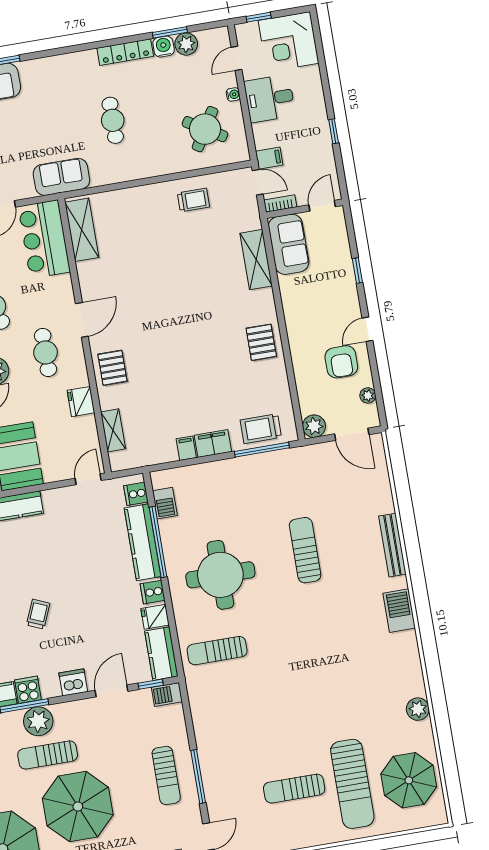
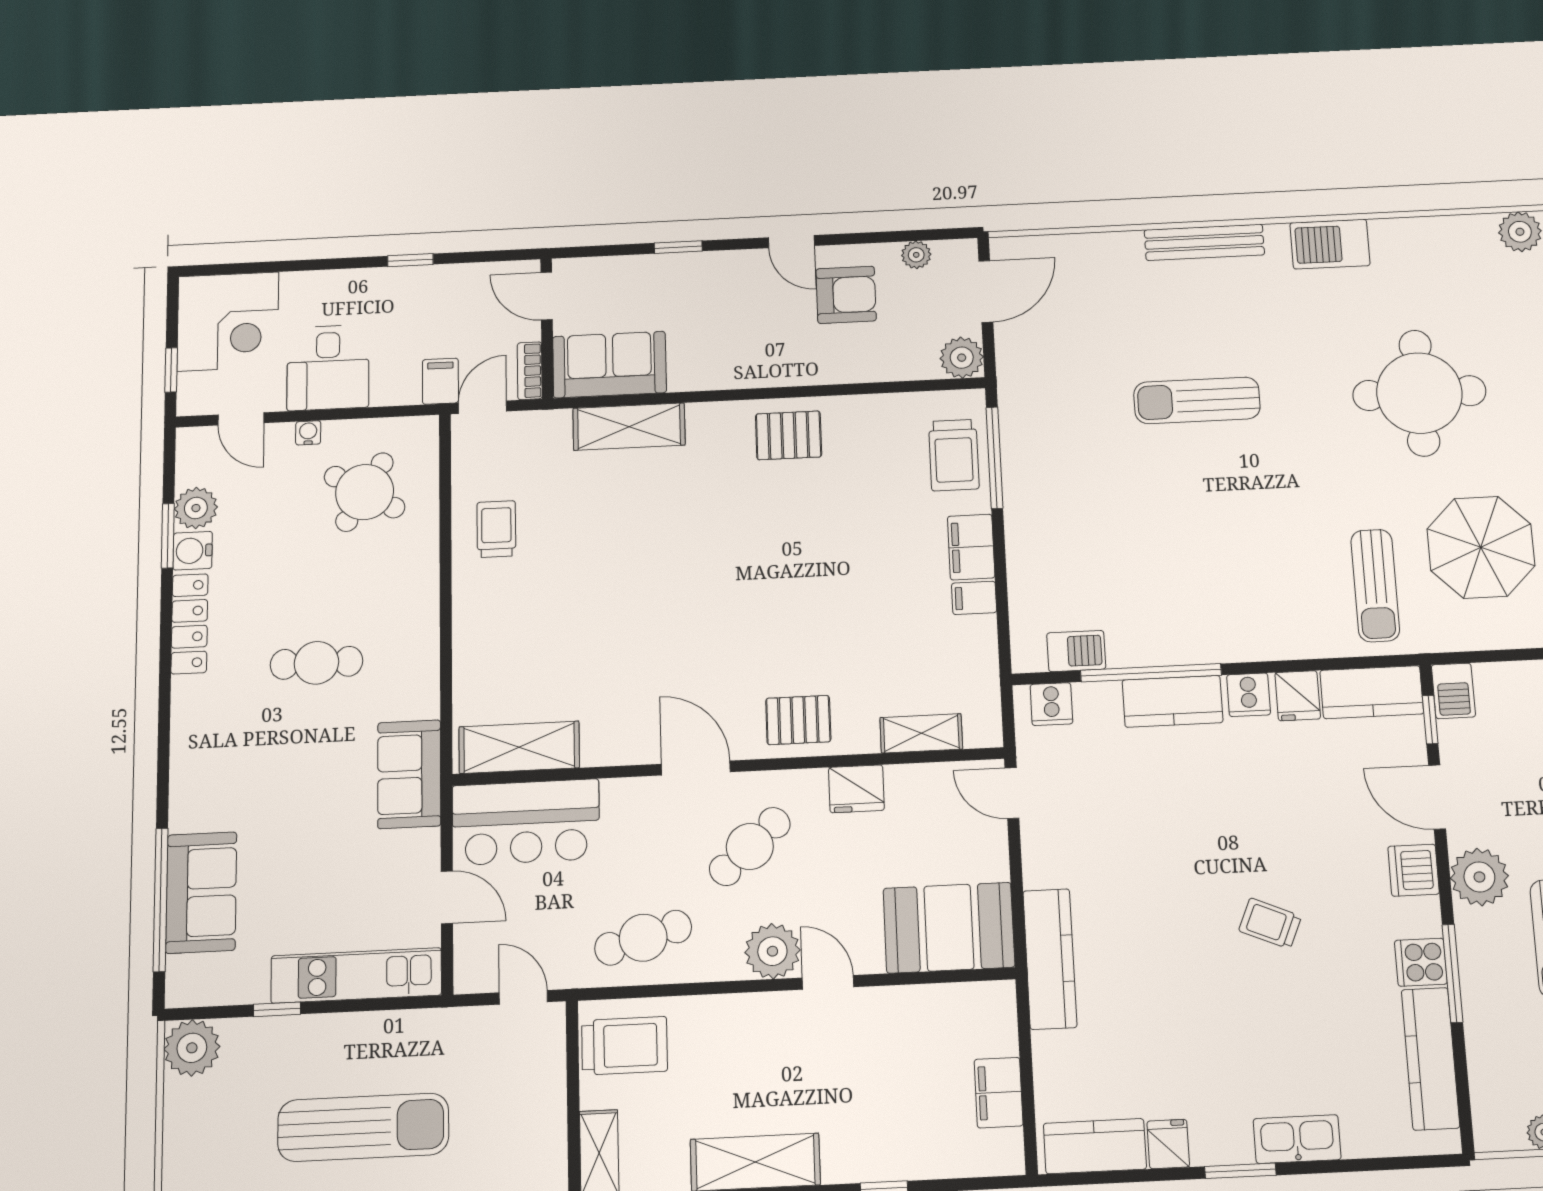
cafe table: (46, 352) -> (750, 846), turned -42
kitchen counter: (143, 542) -> (1173, 701), width x0.67
round table: (220, 575) -> (1419, 393), moved
parasol: (244, 702) -> (1481, 547), added
plant: (38, 721) -> (1479, 877), moved

